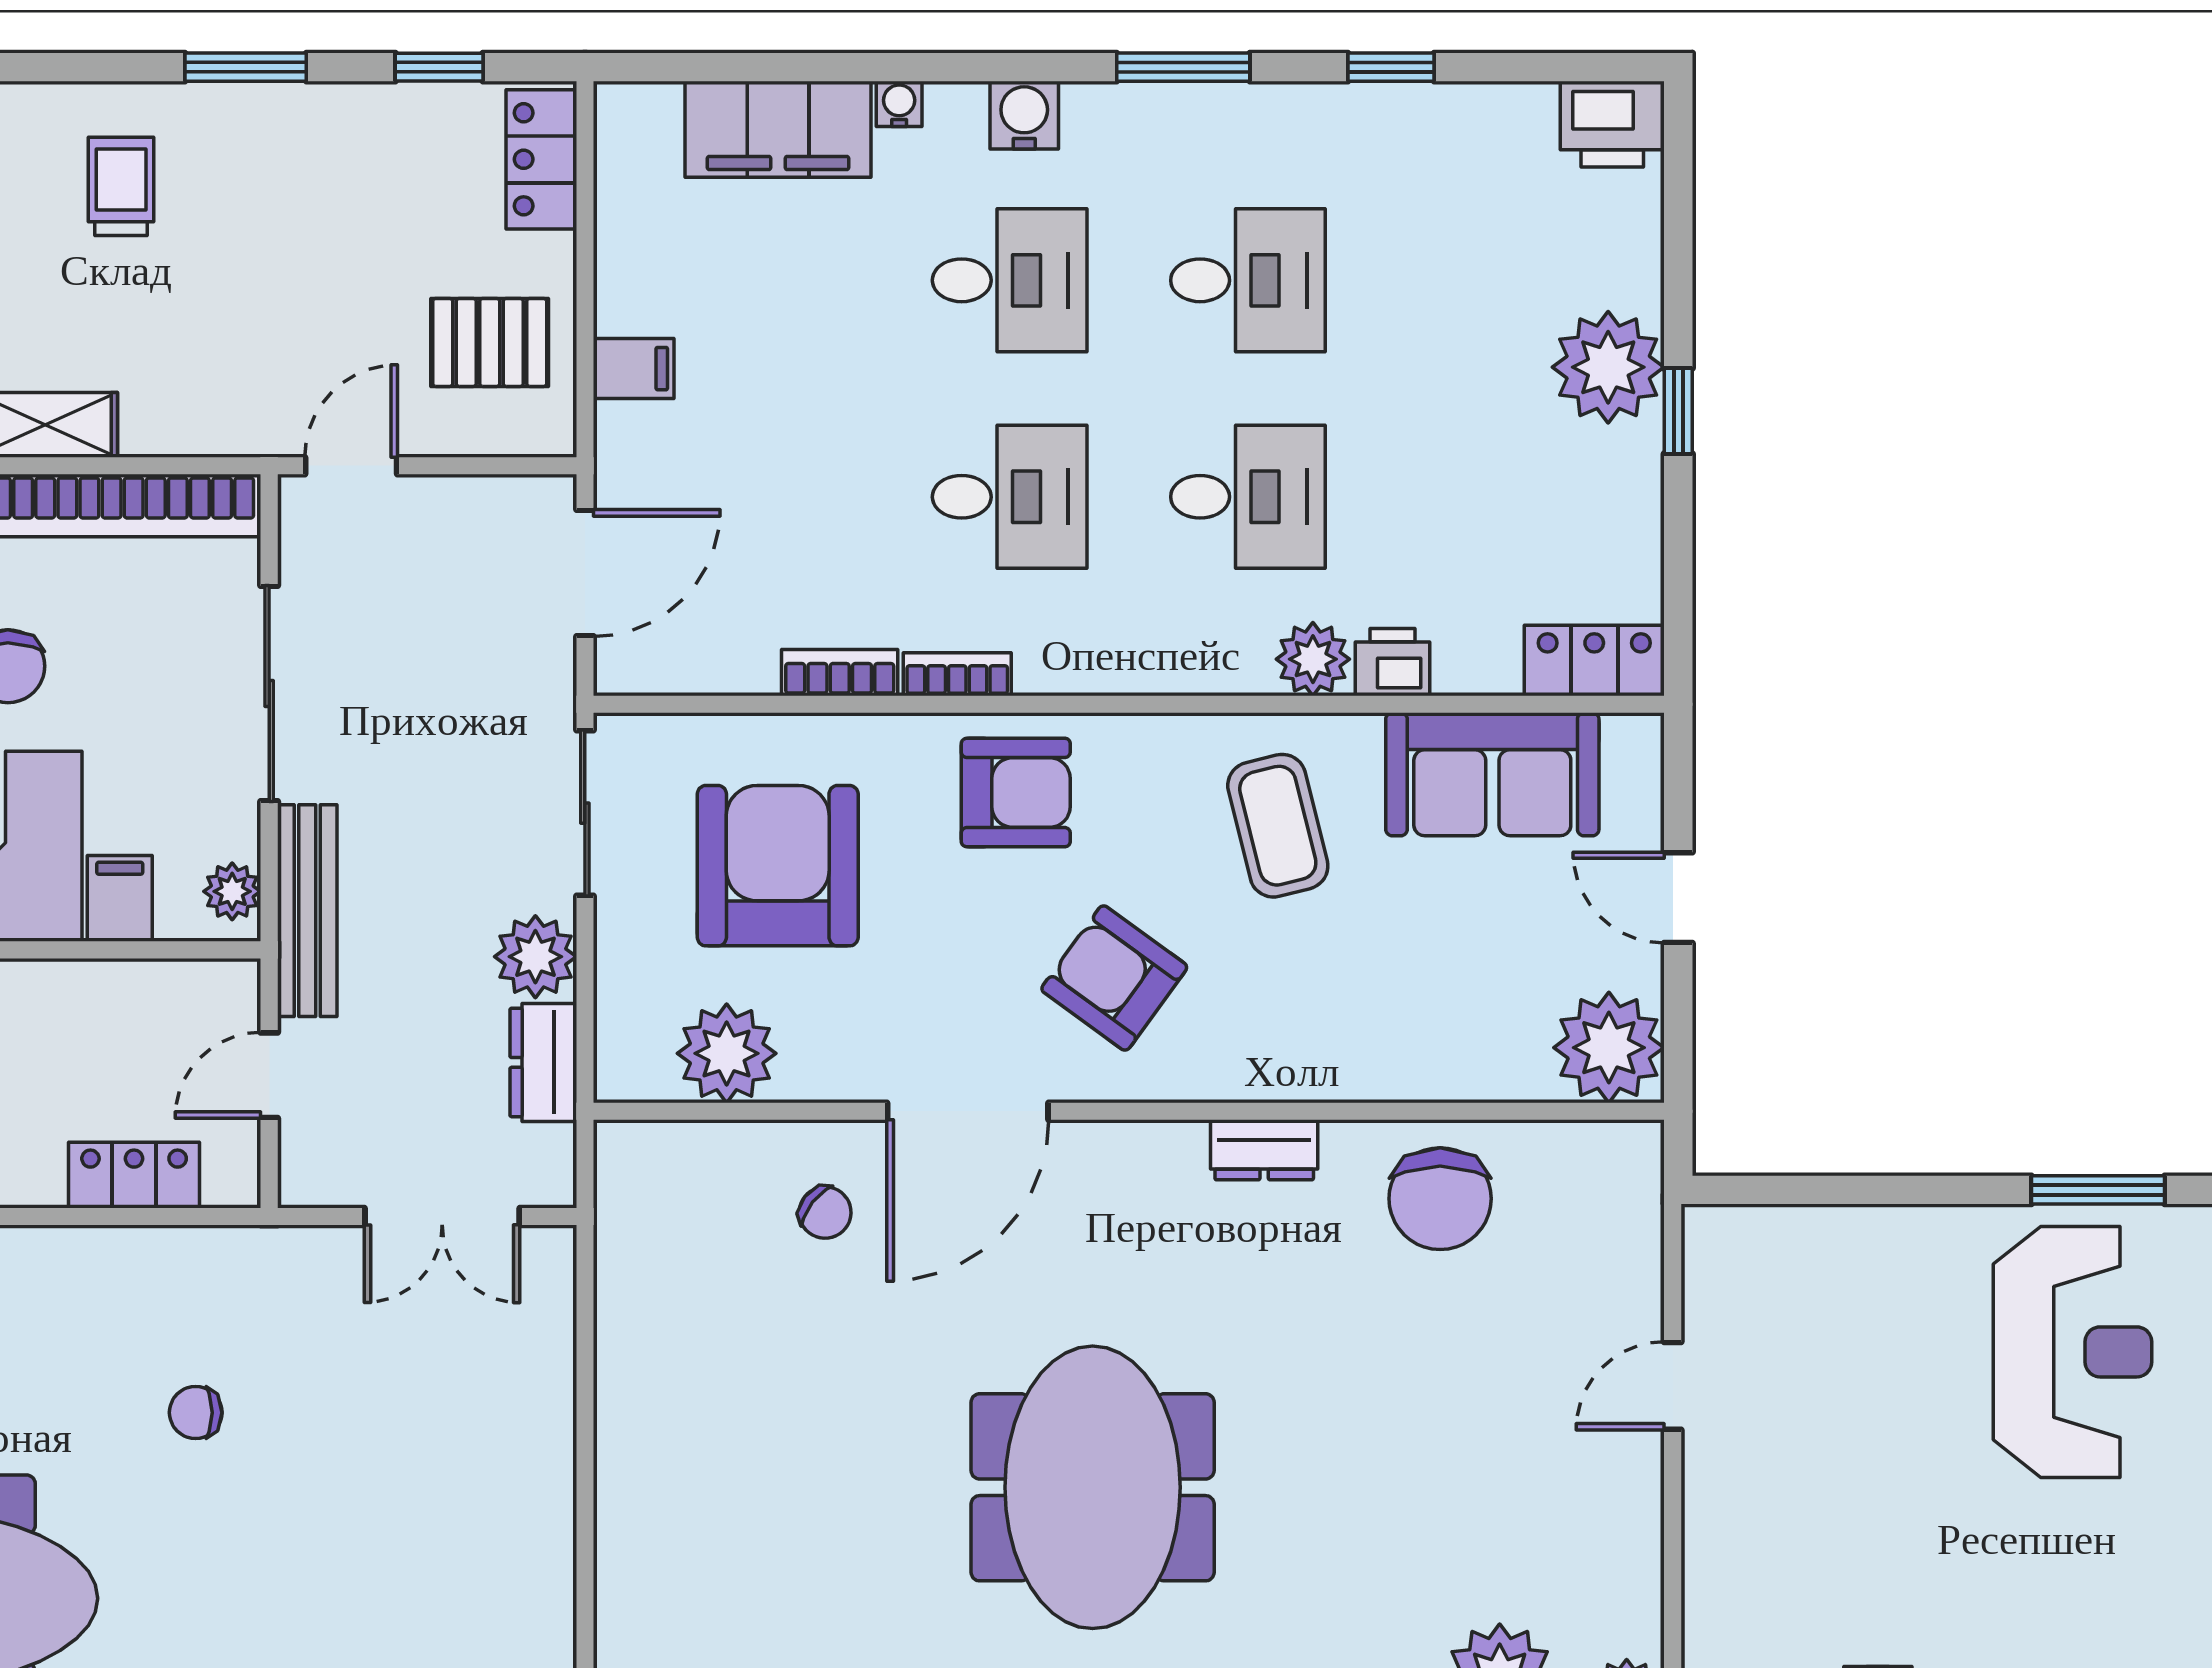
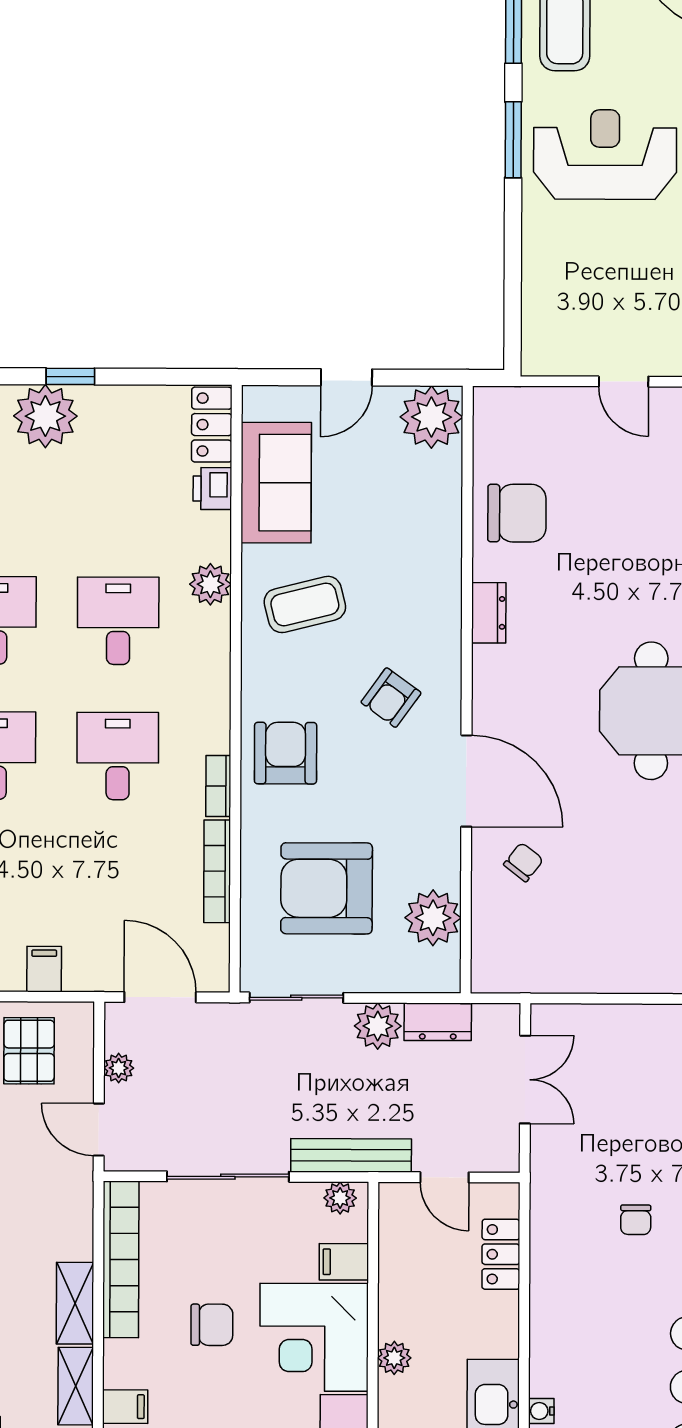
plant: (460, 500) -> (119, 1068), added
printer: (1392, 662) -> (212, 489), moved
bookcase: (840, 673) -> (217, 871), width x1.56
armchair: (1114, 978) -> (391, 698), width x0.72, depth x0.72

